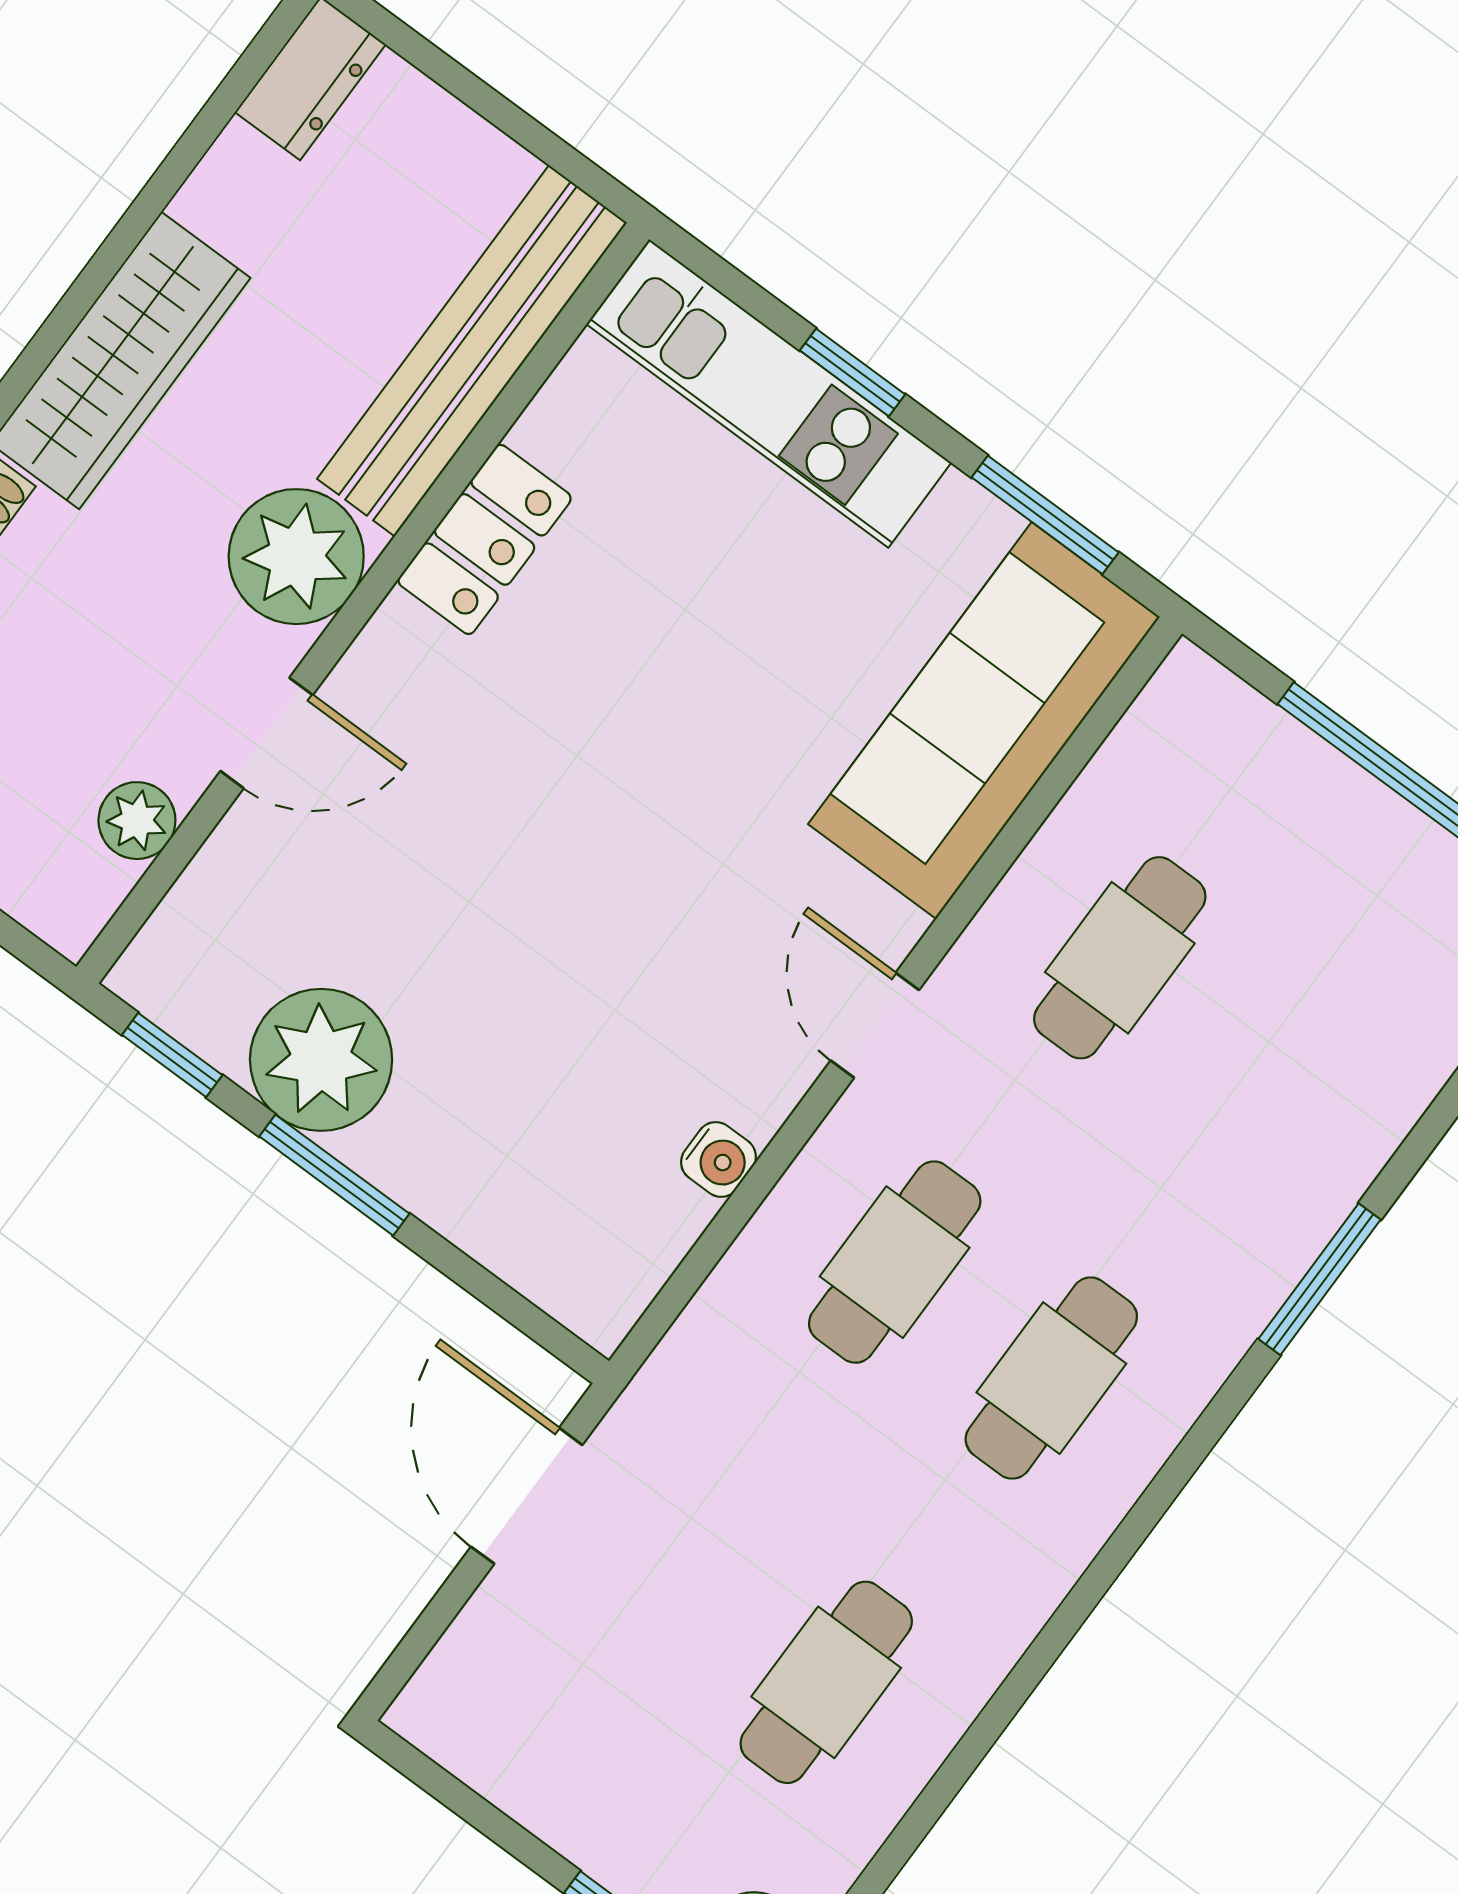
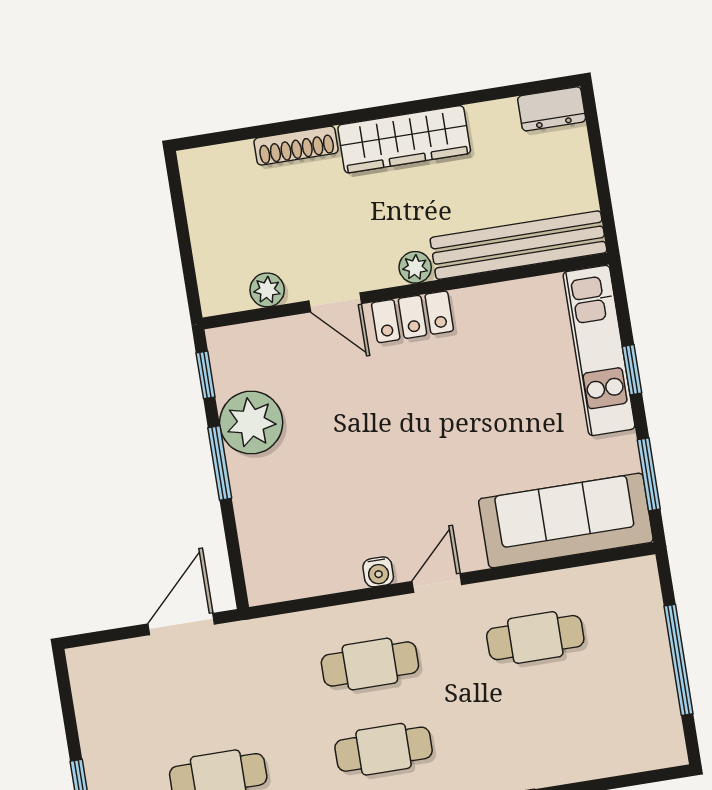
locker: (485, 539) -> (412, 317), moved
plant: (296, 557) -> (415, 267), width x0.53, depth x0.53
water cooler: (718, 1159) -> (378, 572), moved

